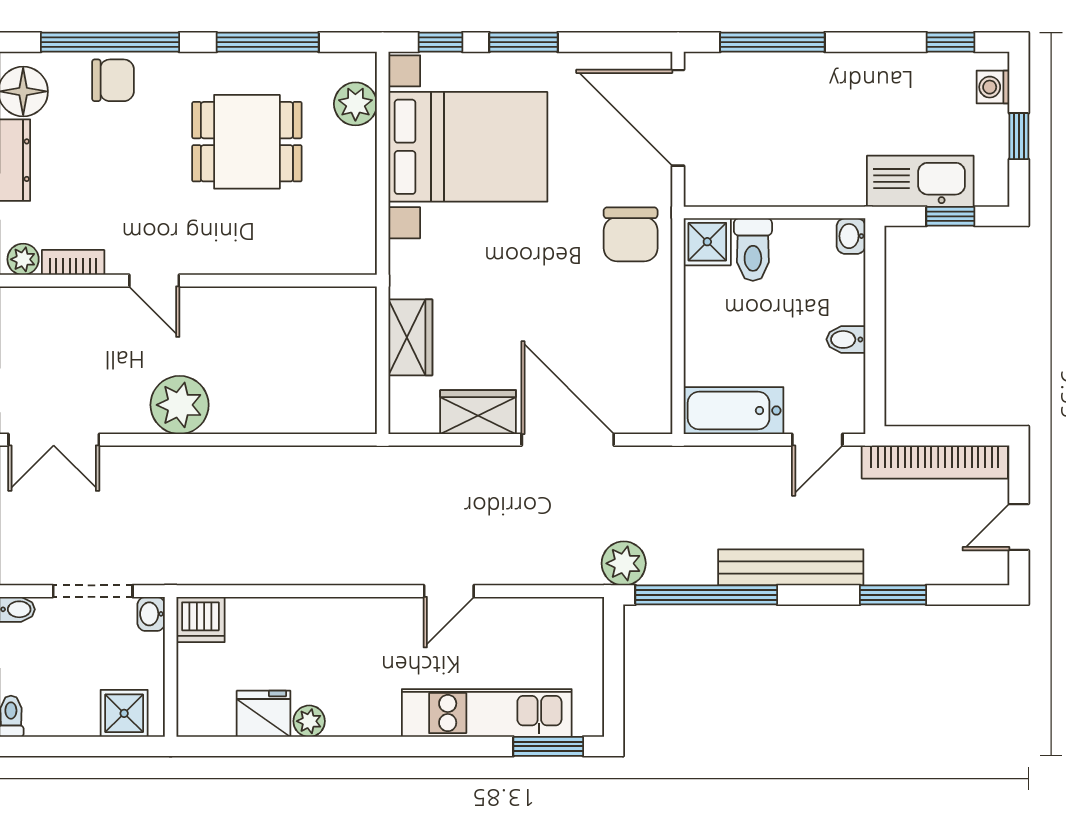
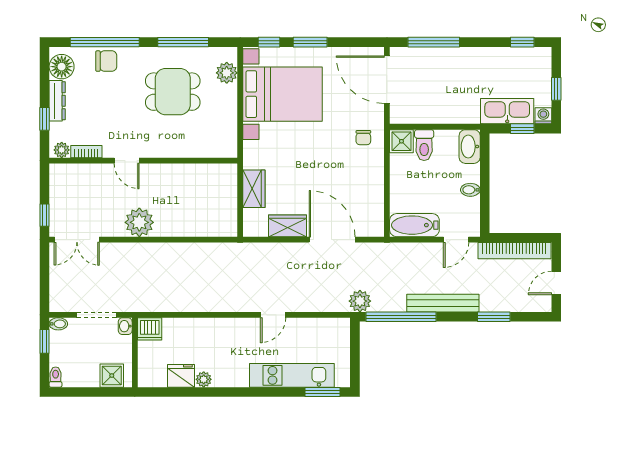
washing machine: (993, 87) -> (543, 116), moved, turned 90
chair: (631, 234) -> (363, 138), width x0.54, depth x0.54
washbasin: (851, 236) -> (470, 147), width x1.91, depth x1.45

